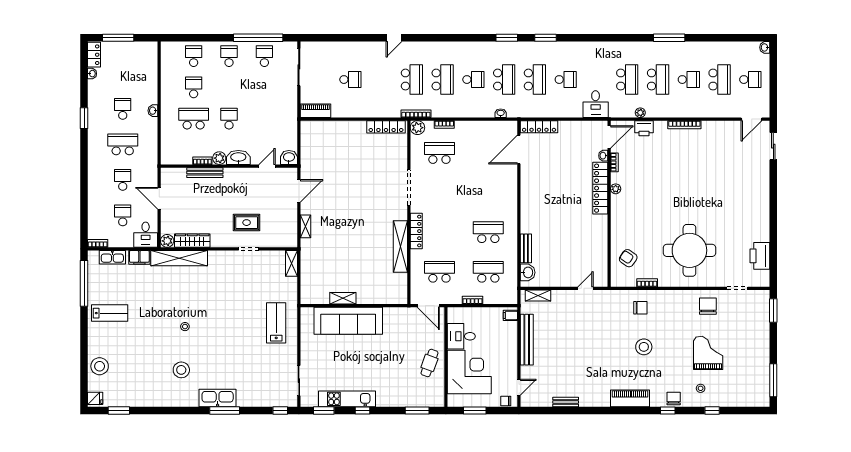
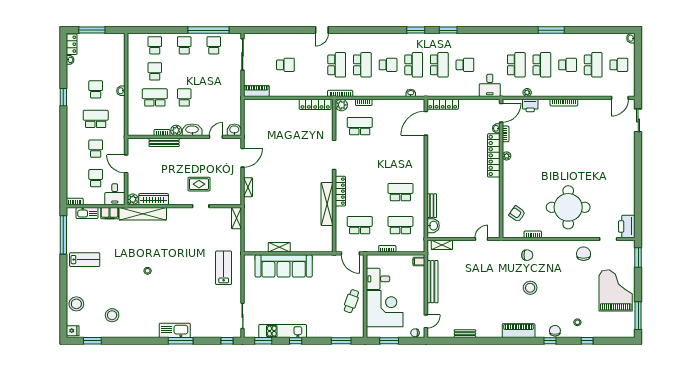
printer: (760, 256) -> (627, 226), moved
grand piano: (708, 353) -> (616, 290), moved, width x1.37, depth x1.48
stool: (181, 370) -> (112, 315), moved

